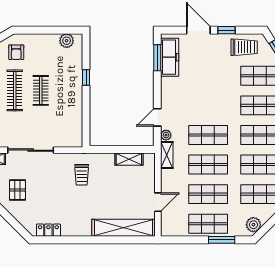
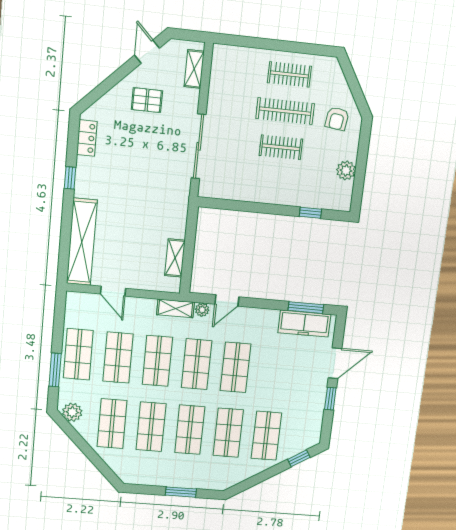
plant: (67, 41) -> (346, 170), moved
trolley: (244, 47) -> (305, 419), removed
armchair: (16, 52) -> (337, 119), turned -83
window: (86, 77) -> (310, 213), moved
shop shelf: (208, 105) -> (236, 367), added
door: (157, 117) -> (227, 300), swing flipped
sliding door: (31, 150) -> (199, 146), moved
trolley: (82, 175) -> (160, 192), removed
window: (78, 240) -> (70, 178), added

